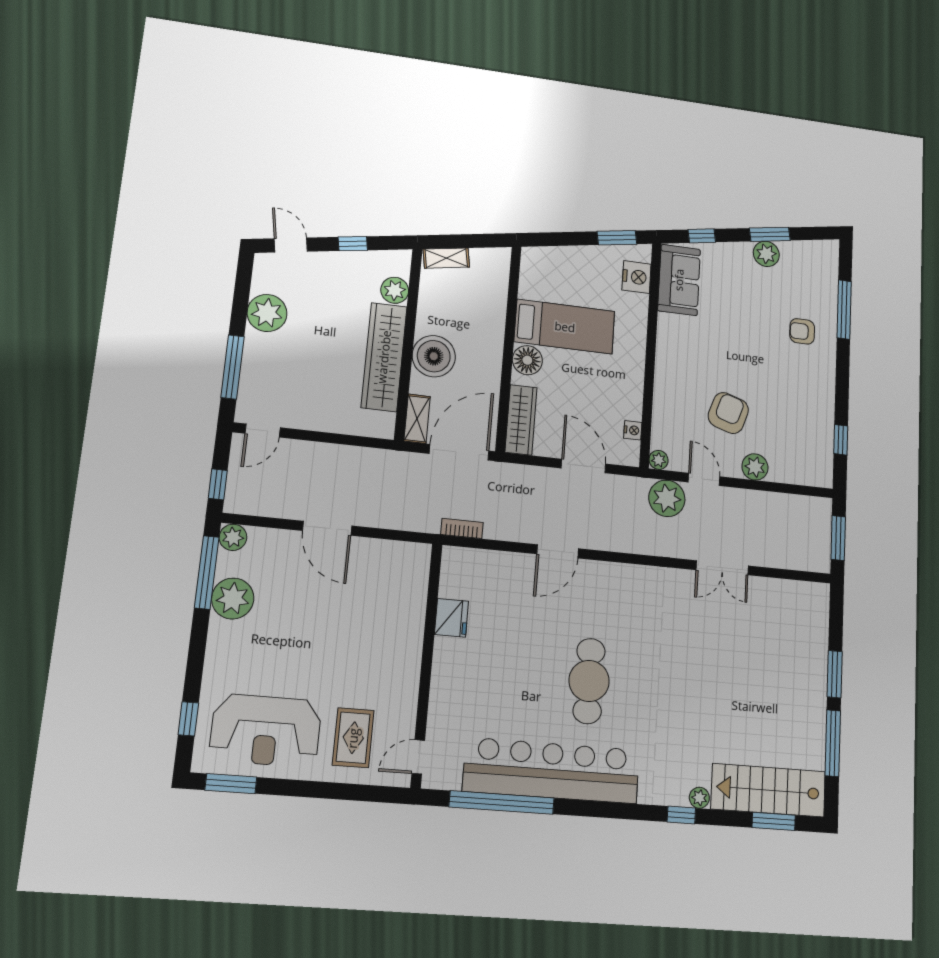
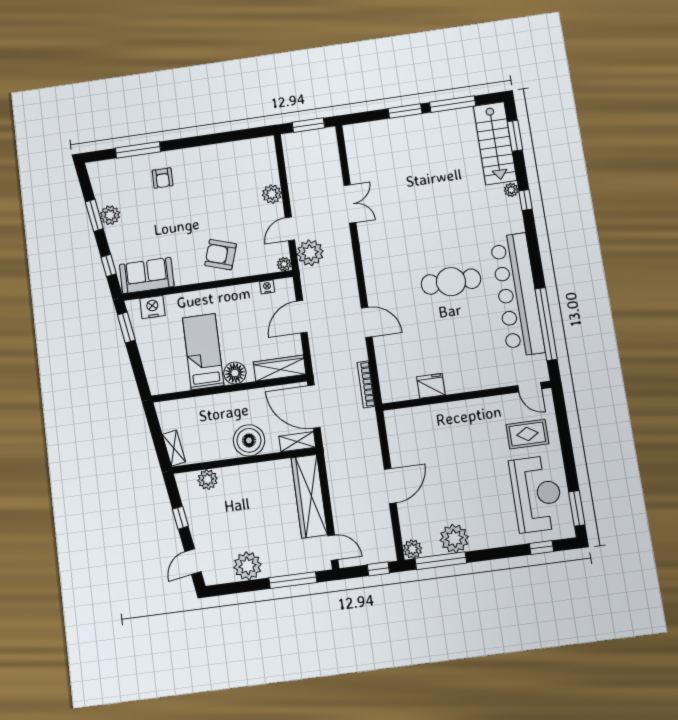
wardrobe: (384, 357) -> (309, 496), moved, turned 90
armchair: (728, 413) -> (221, 255), moved
window: (841, 440) -> (236, 136), removed
bookcase: (462, 528) -> (366, 384), width x1.56

